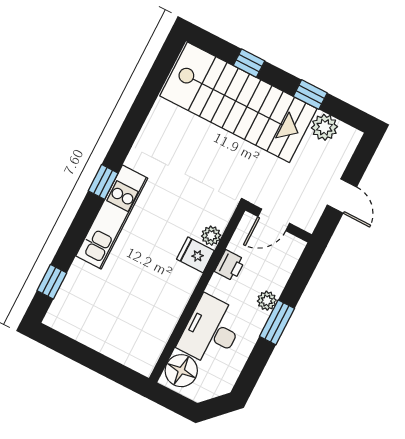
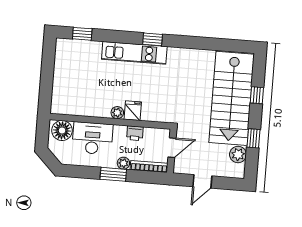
door: (274, 220) -> (172, 148), swing flipped
plant: (211, 236) -> (117, 113), moved
bookcase: (287, 265) -> (149, 167), added

